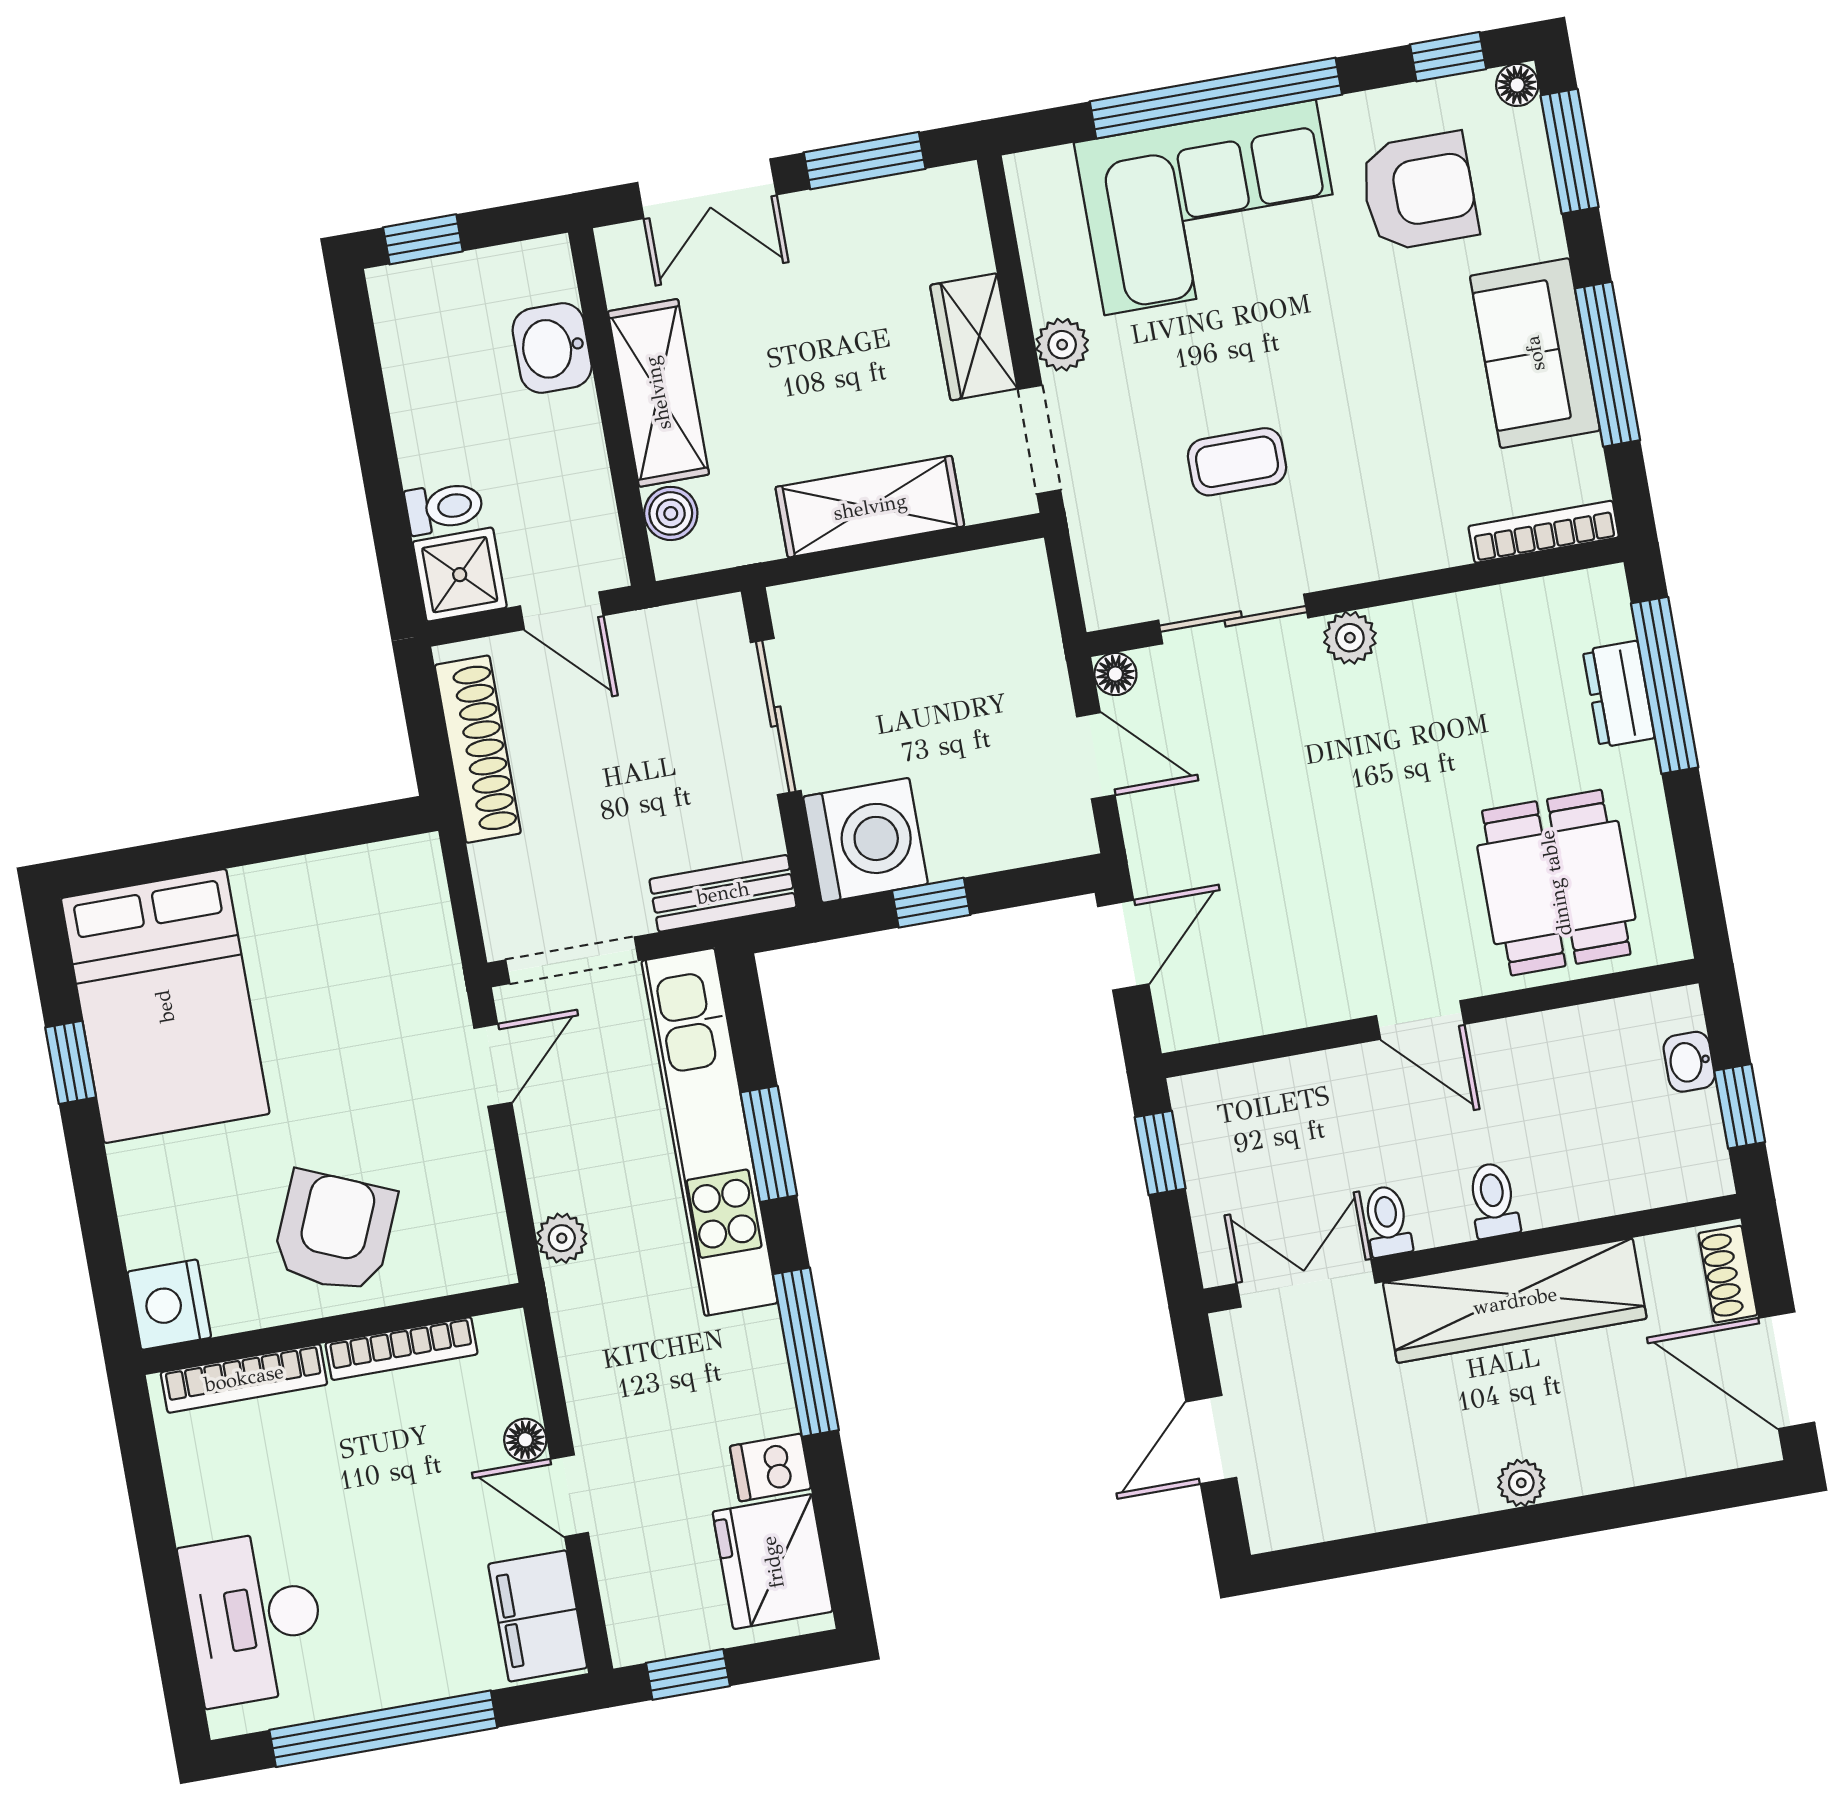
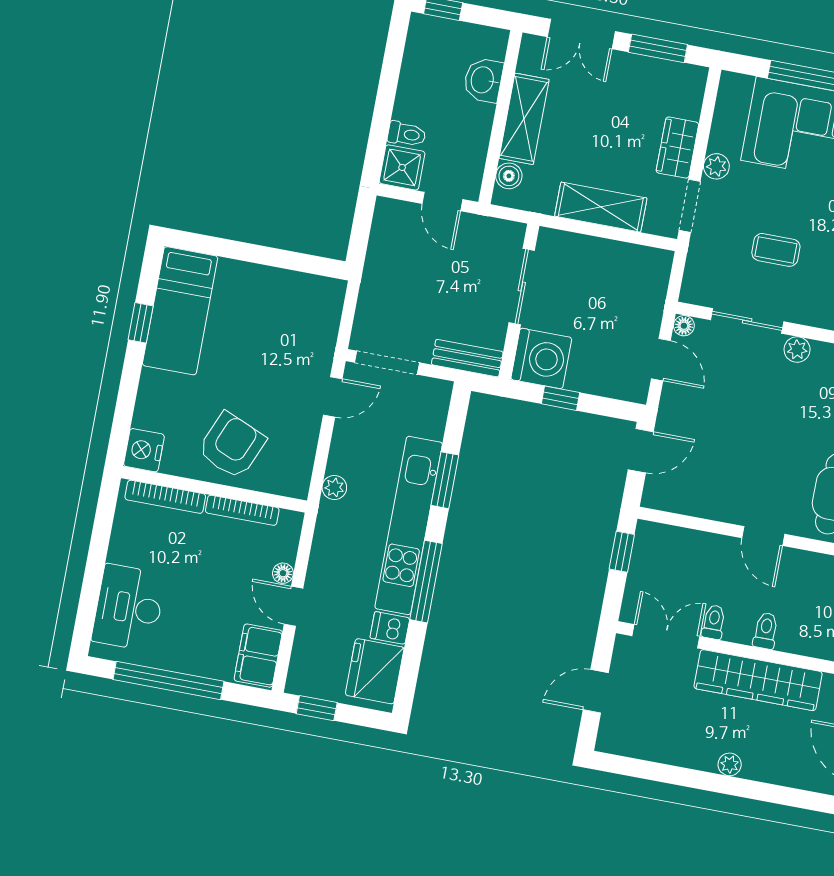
shoe rack: (478, 749) -> (380, 250), removed
bed: (165, 1006) -> (180, 311), width x0.67
kitchen unit: (710, 1132) -> (409, 525), moved

